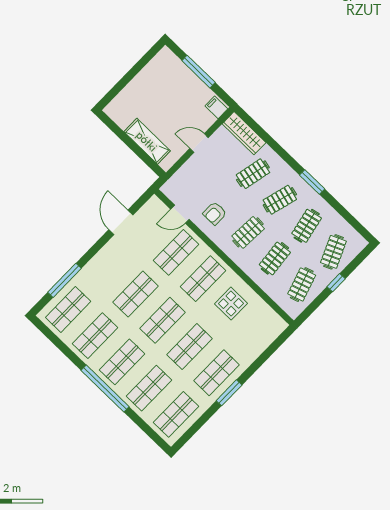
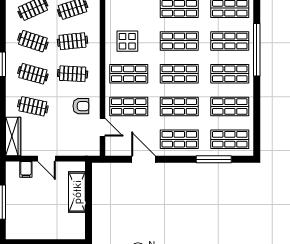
filing cabinet: (216, 107) -> (26, 169), moved
door: (121, 222) -> (143, 159), swing flipped
clothes rail: (307, 226) -> (33, 41), turned 30
shop shelf: (109, 268) -> (179, 139), added
window: (105, 388) -> (257, 50), moved

